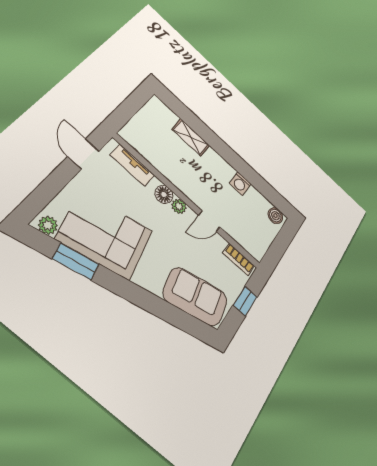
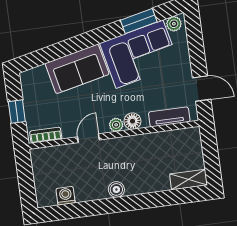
shelving: (191, 137) -> (188, 180), moved
washing machine: (240, 184) -> (66, 196), moved
boiler: (275, 216) -> (116, 189), moved
sofa: (195, 297) -> (77, 69), moved

